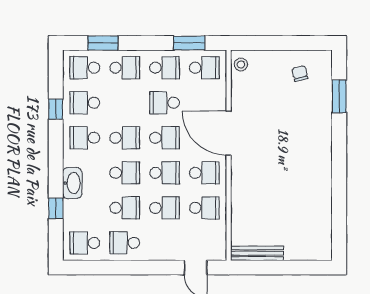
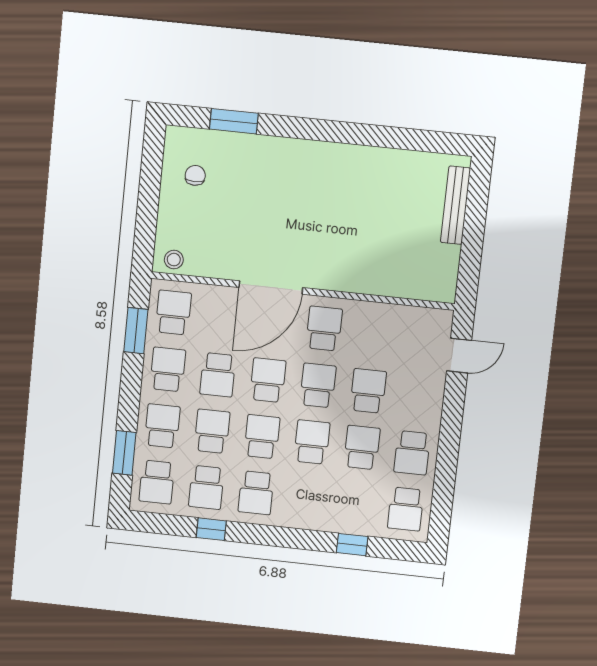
chair: (300, 74) -> (195, 175), turned 103
washbasin: (72, 183) -> (319, 517), removed
school desk: (204, 208) -> (212, 431), moved
bench: (257, 253) -> (455, 205), moved

